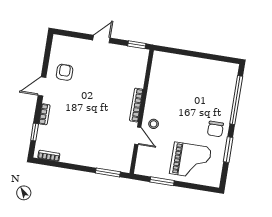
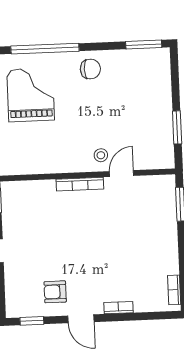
window: (35, 132) -> (32, 321), moved
window: (228, 150) -> (144, 45), moved
grand piano: (191, 161) -> (31, 95), moved

